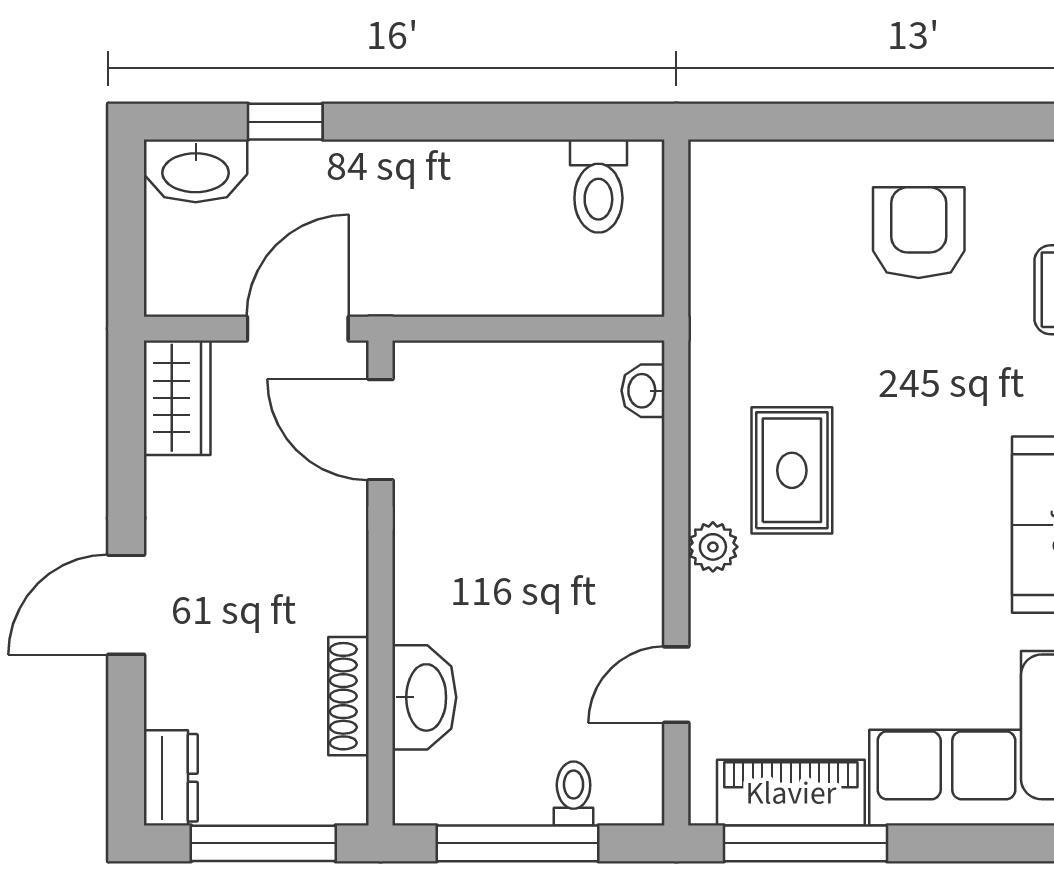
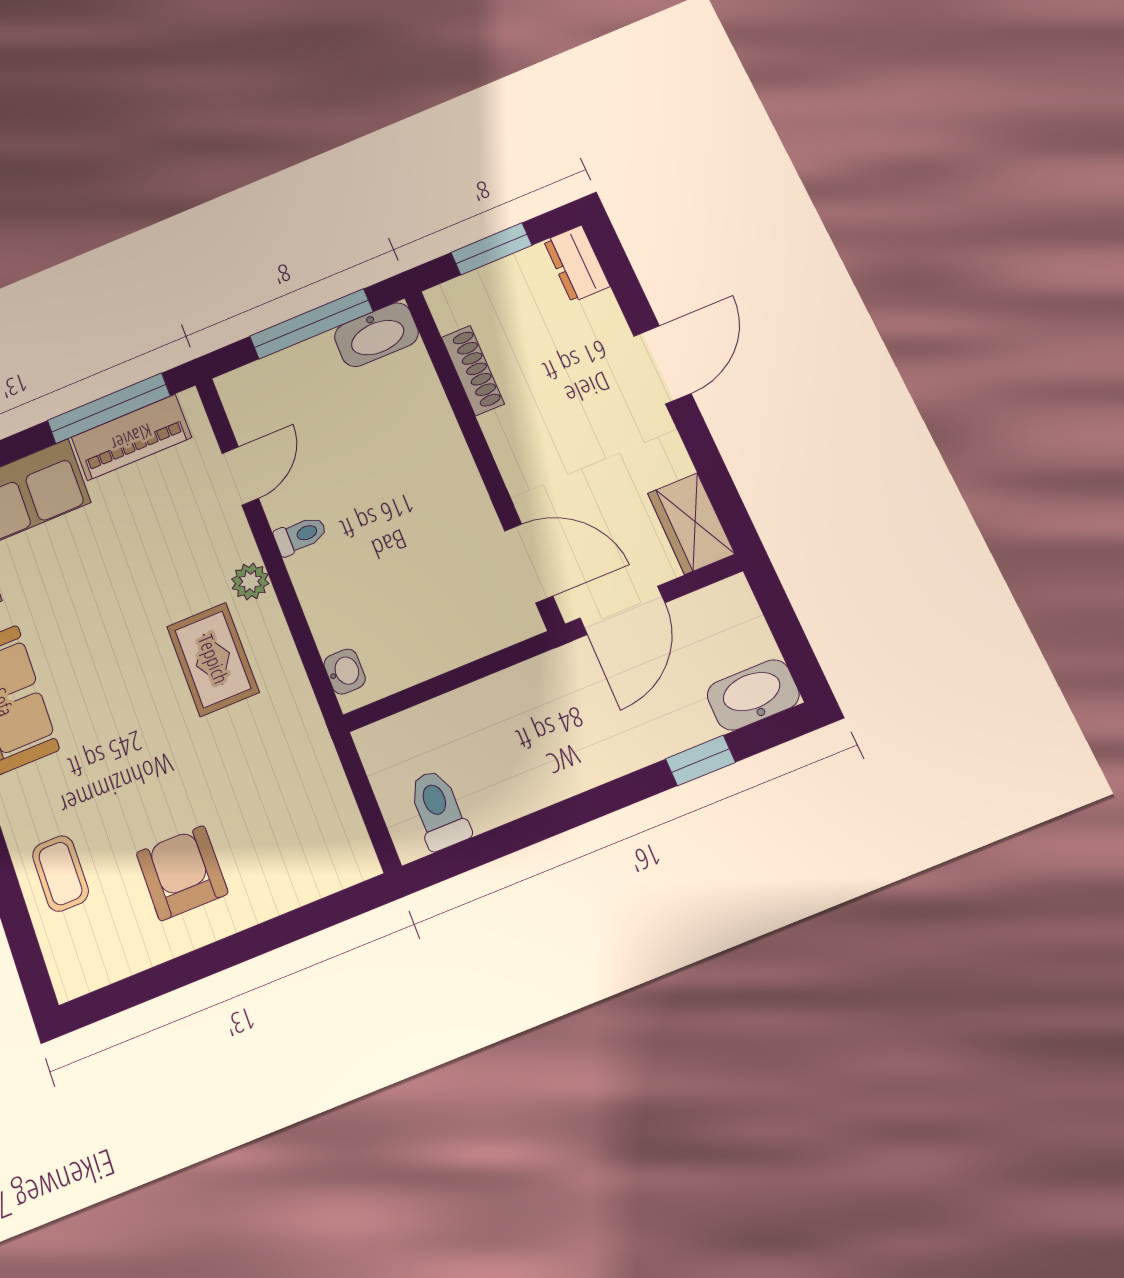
armchair: (919, 233) -> (182, 873), turned 180
washbasin: (424, 697) -> (376, 335), moved, turned -90
toilet: (574, 793) -> (300, 535), moved, turned -90
window: (263, 843) -> (491, 249), width x0.69

